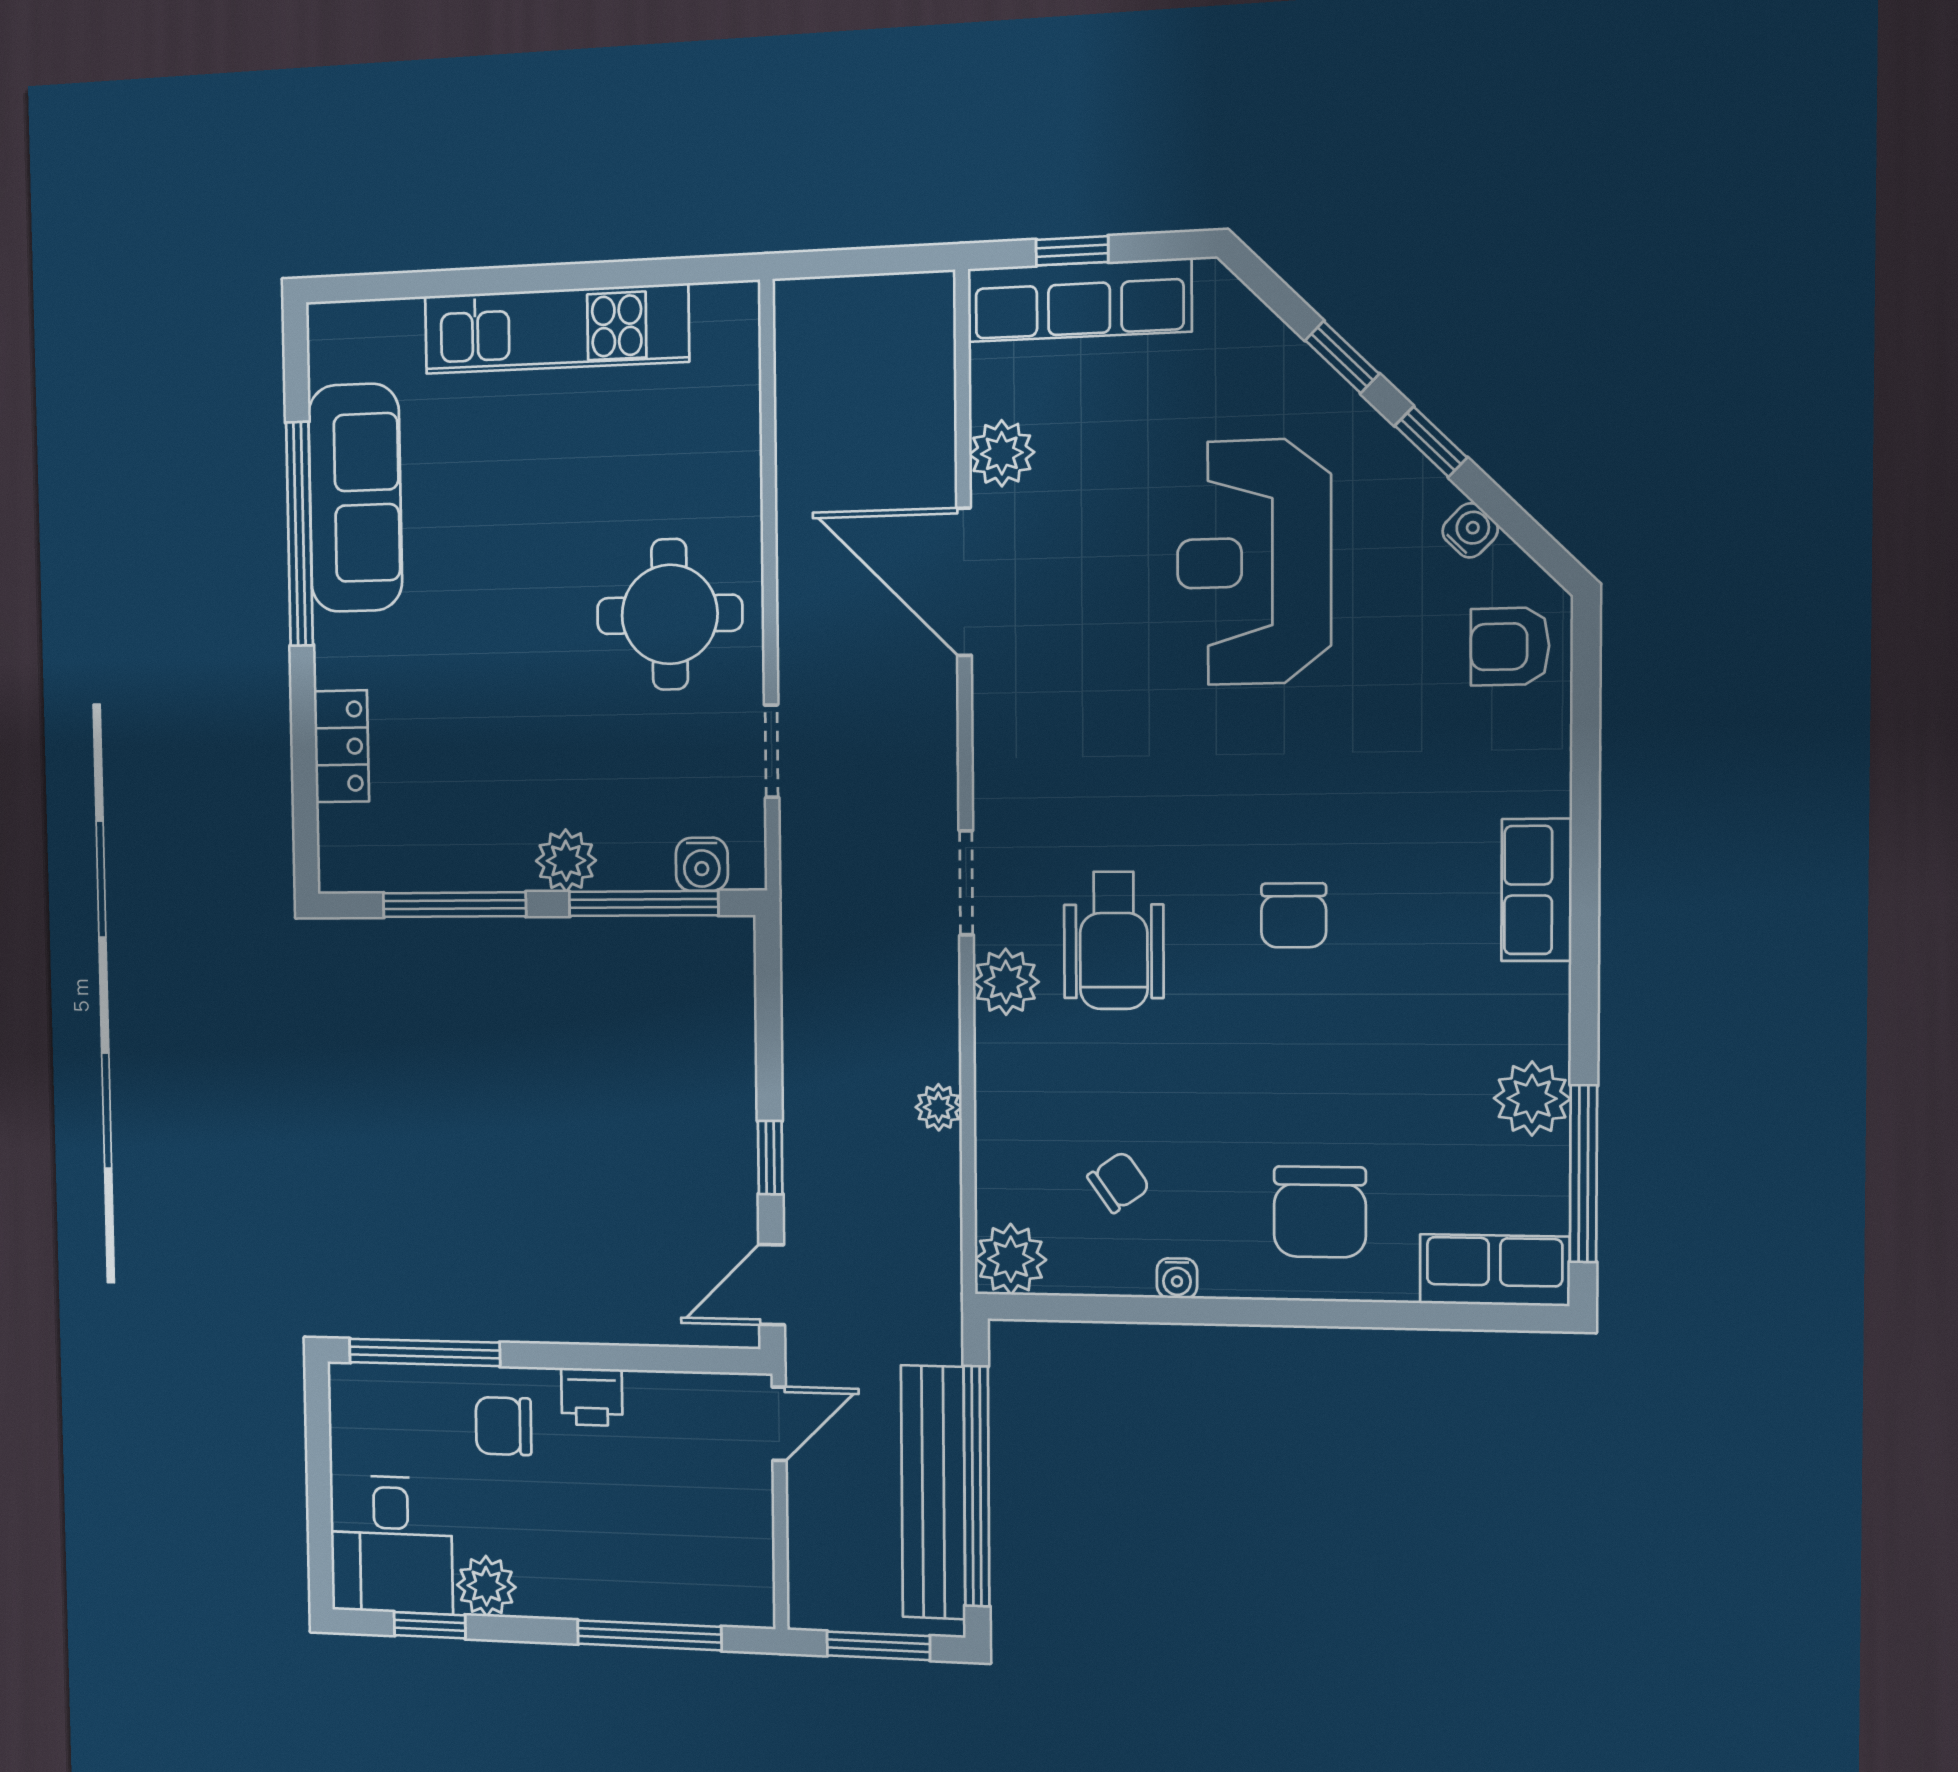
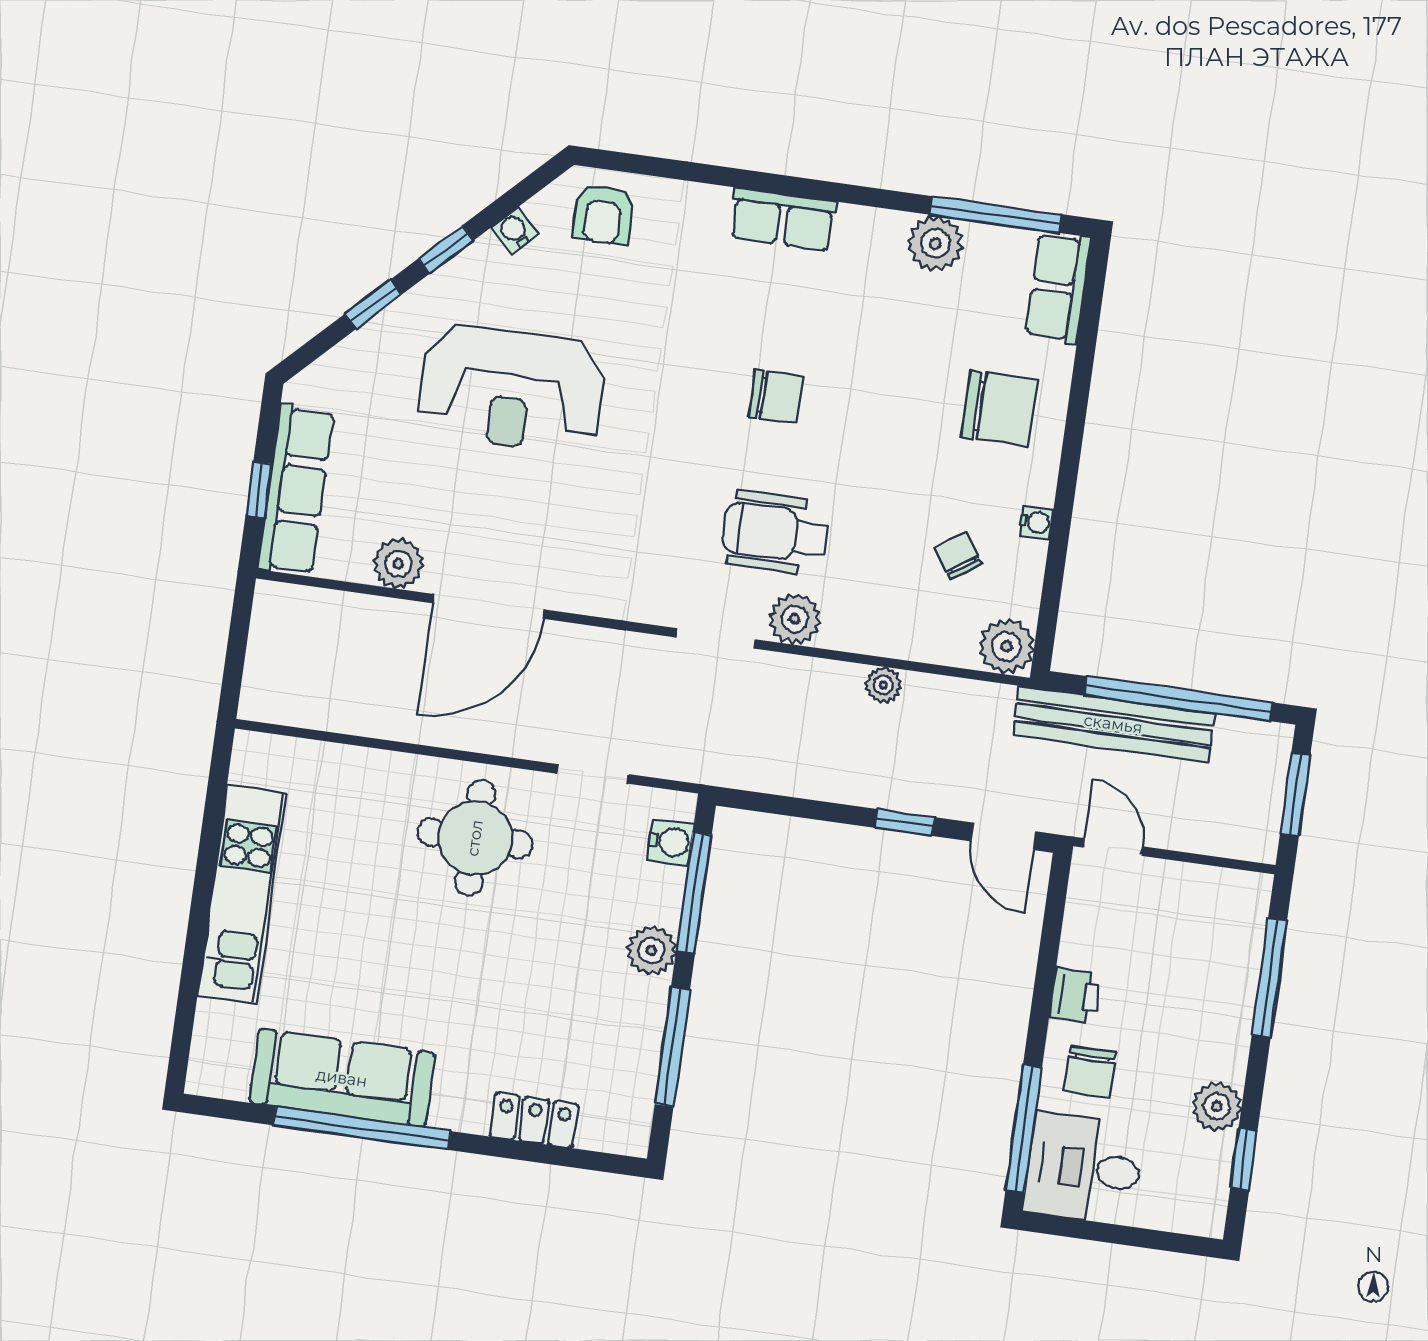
wheelchair: (1114, 940) -> (775, 533), turned 180
bench: (933, 1492) -> (1113, 724), moved
desk: (391, 1545) -> (1084, 1168), moved, turned 180

